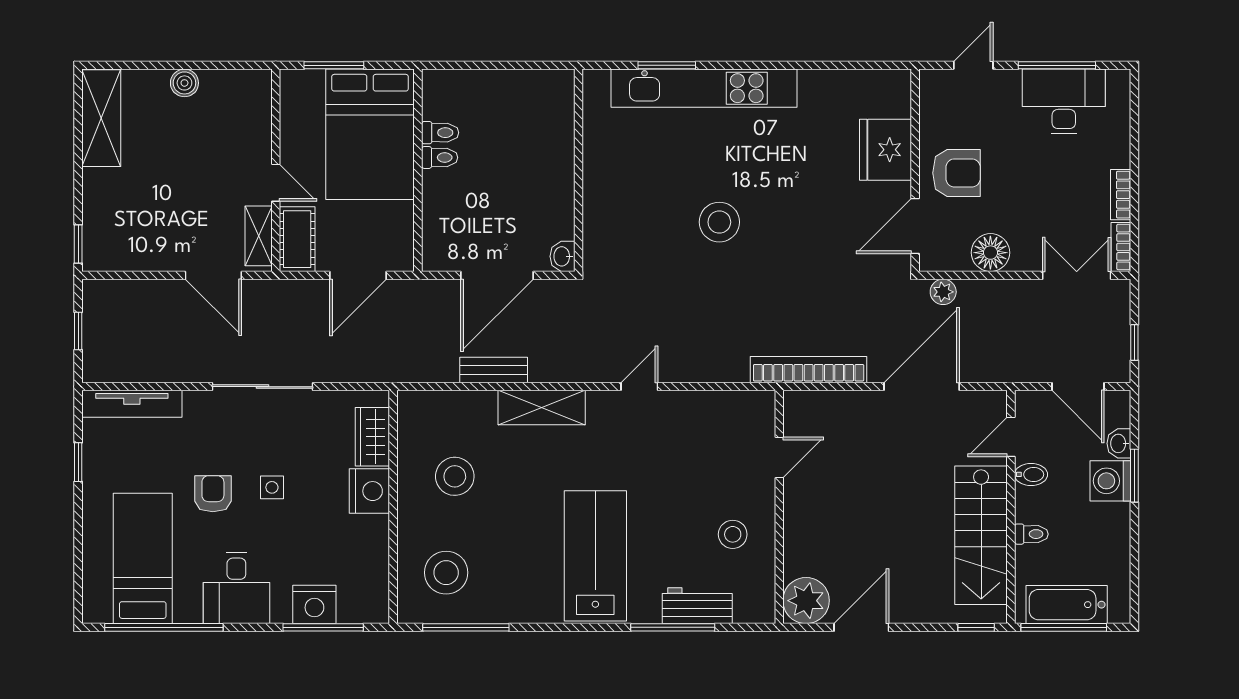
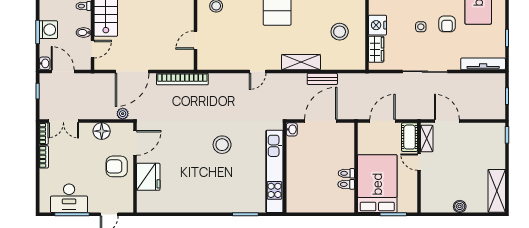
kitchen unit: (704, 88) -> (274, 171), moved, turned -90
washbasin: (1119, 443) -> (45, 63), moved

